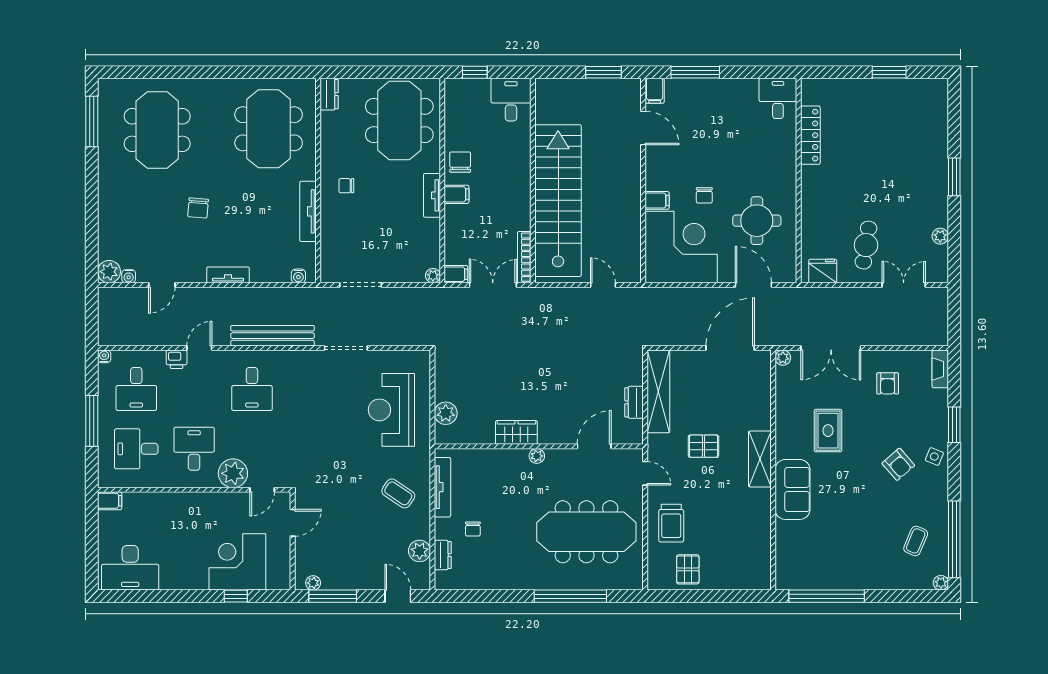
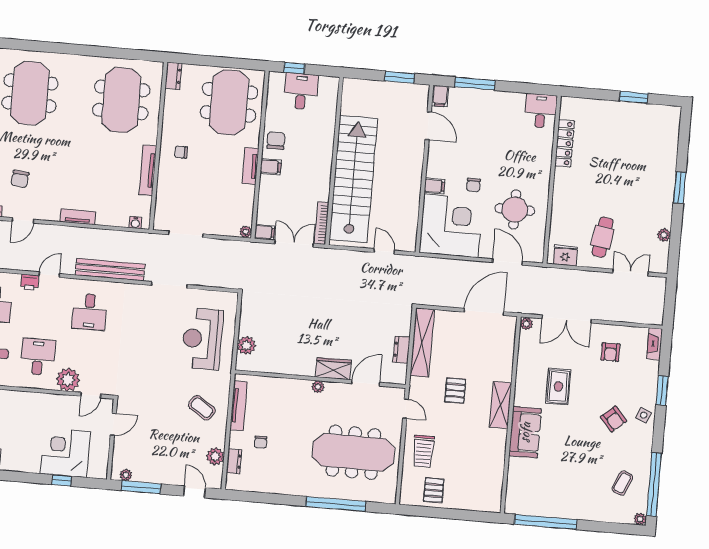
desk: (511, 100) -> (301, 91), moved
chair: (198, 208) -> (20, 179), moved
wardrobe: (516, 432) -> (333, 369), moved
pallet: (703, 446) -> (455, 390), turned 90

